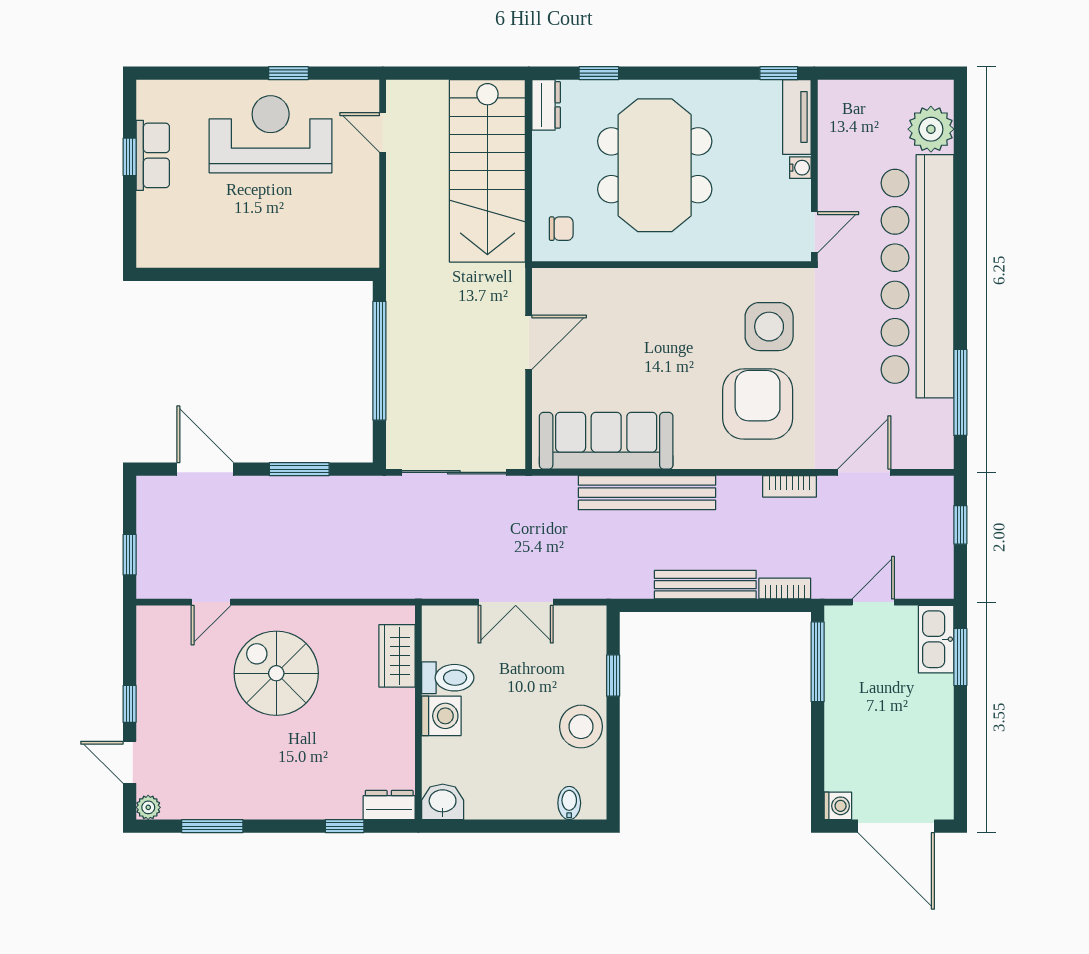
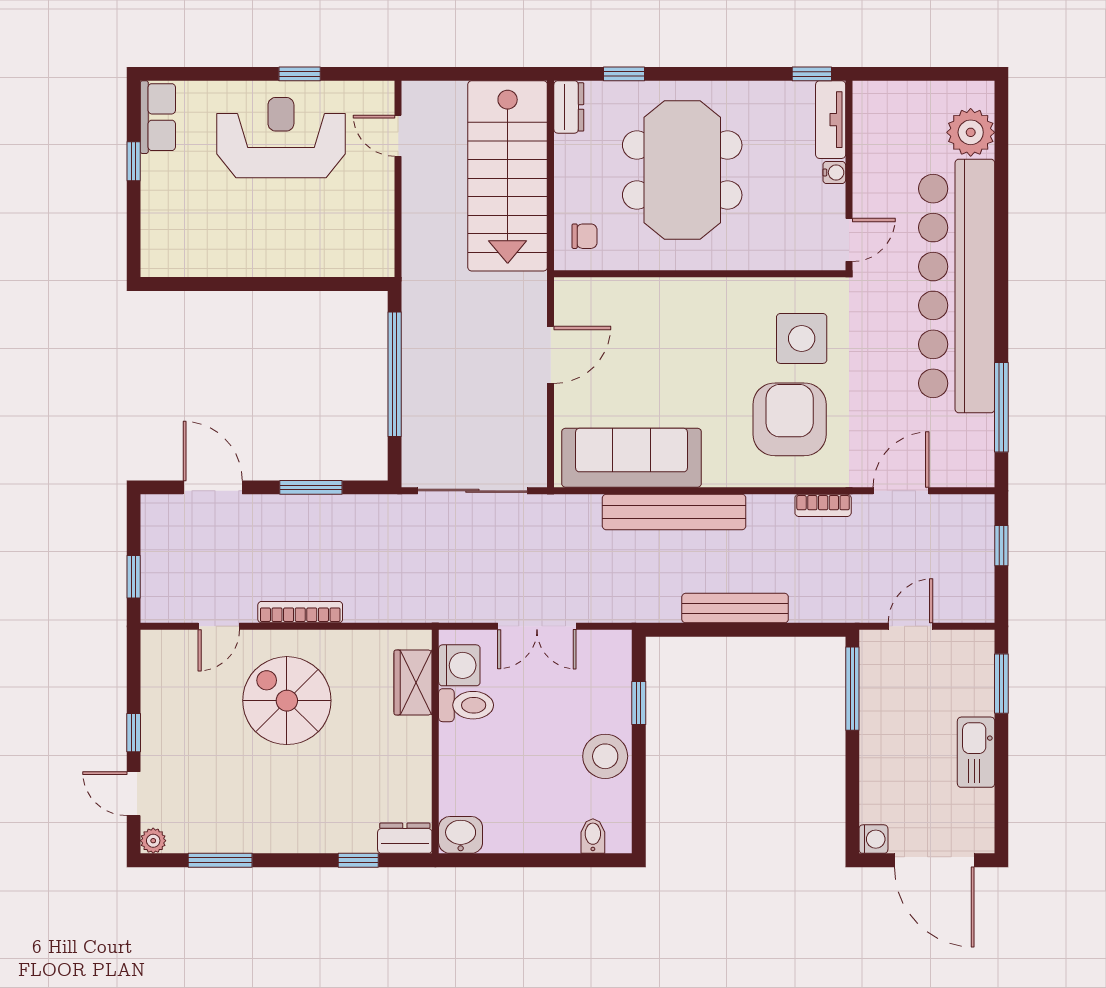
row of seats: (153, 155) -> (158, 117), moved
bookcase: (785, 589) -> (300, 612), moved, width x1.56
kitchen sink: (936, 639) -> (976, 752), moved
washing machine: (441, 716) -> (459, 665), moved

